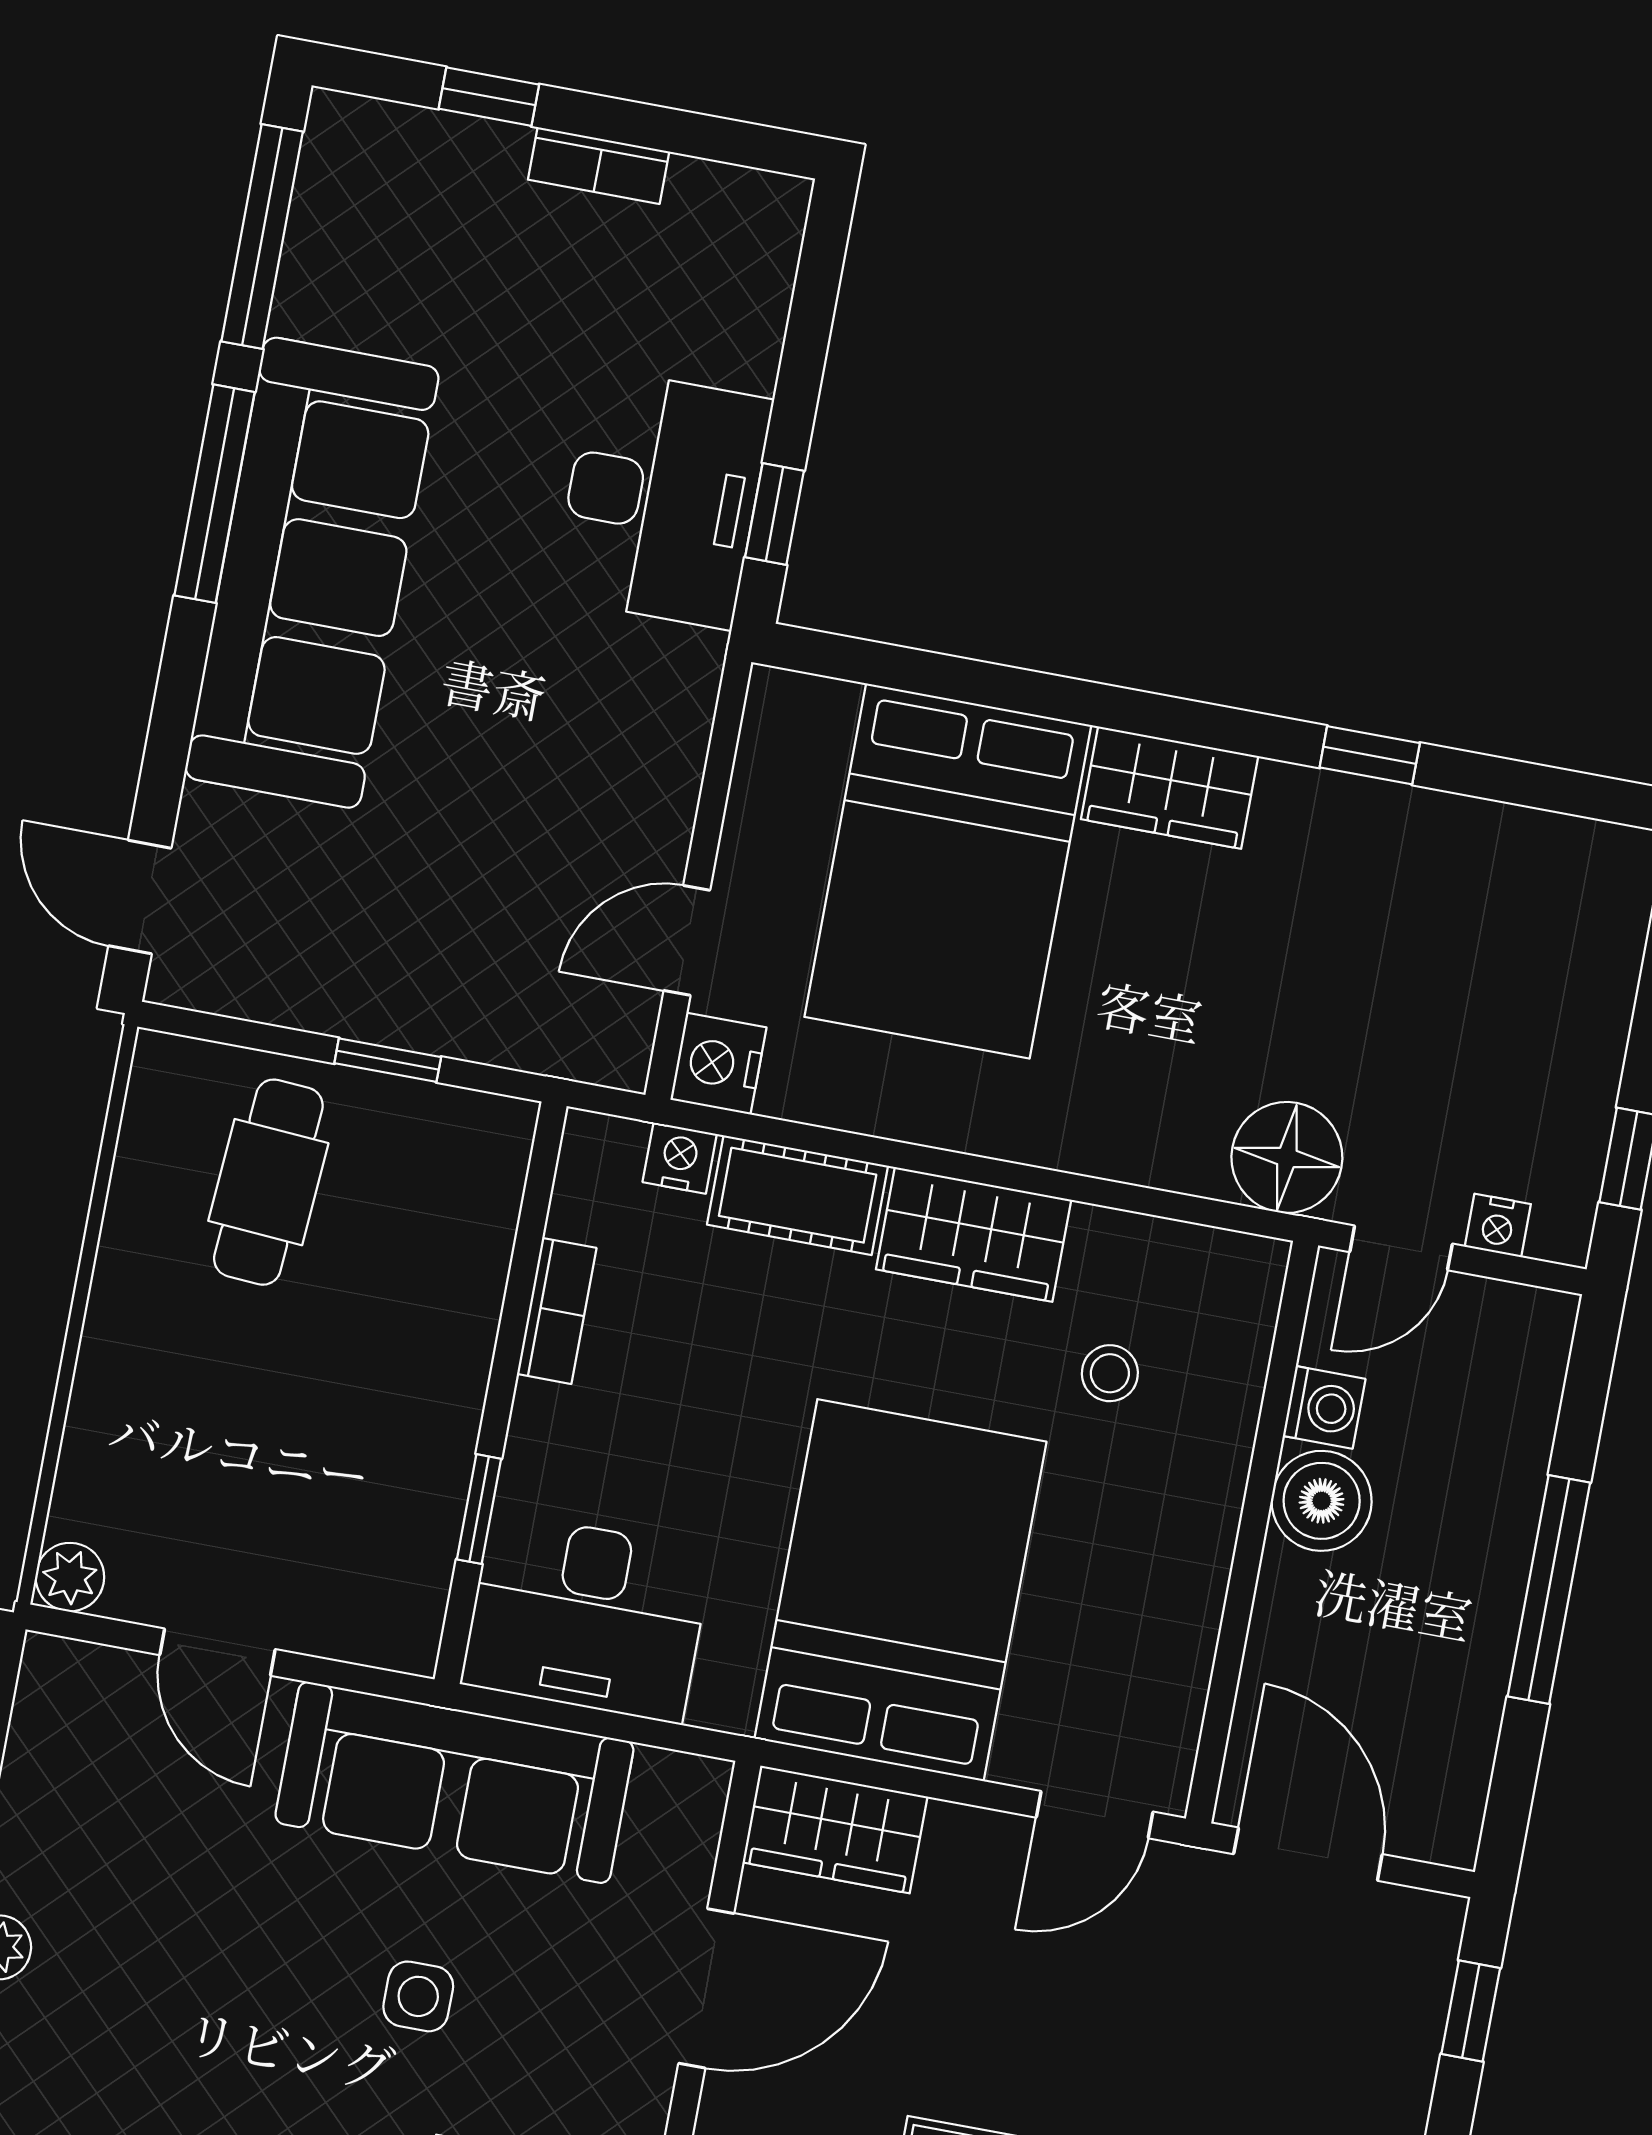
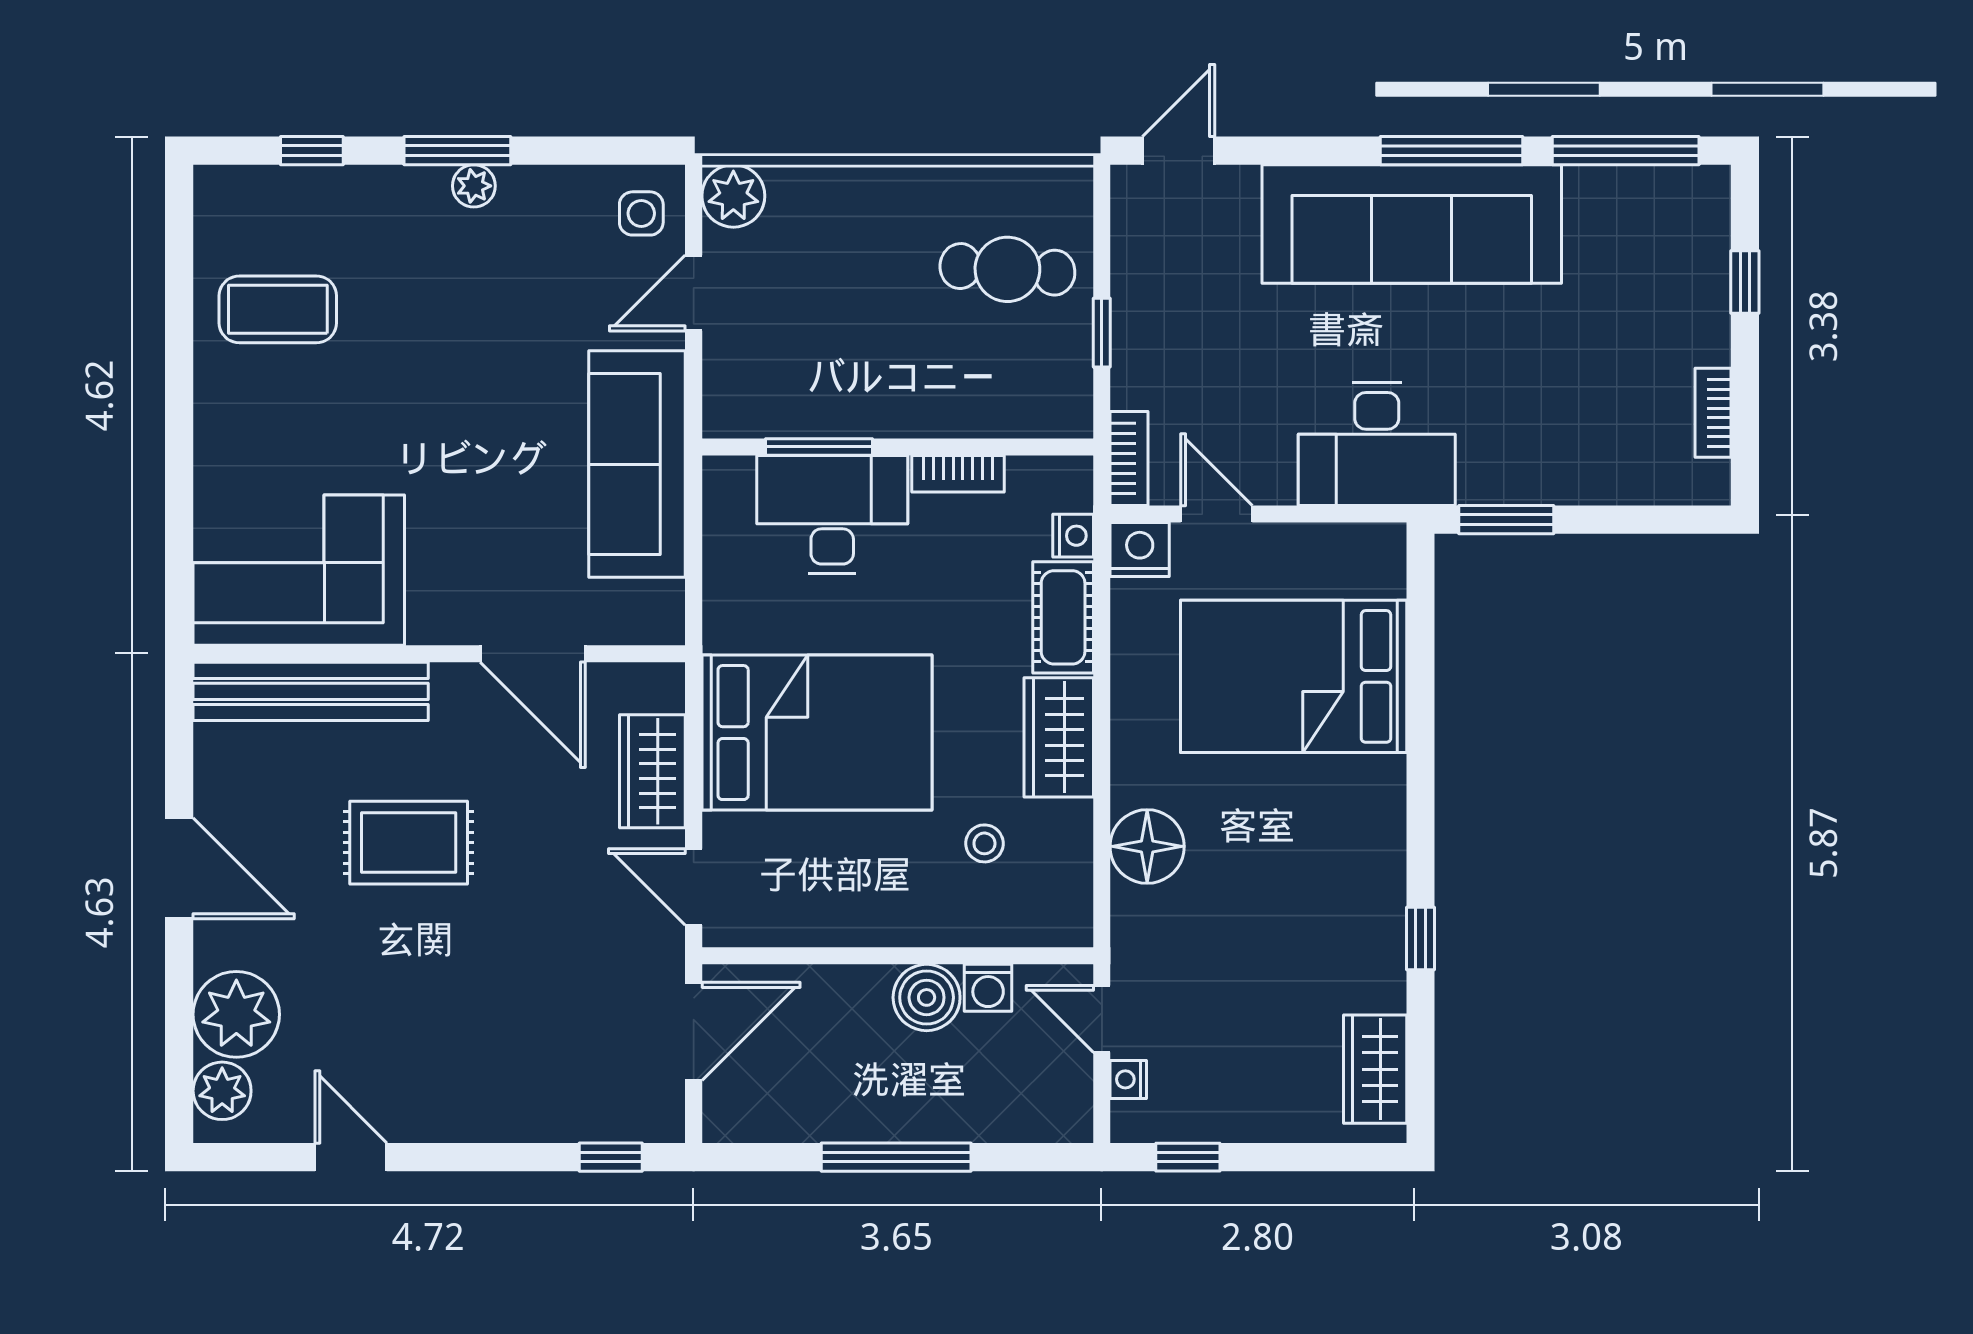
bookcase: (599, 166) -> (1713, 413), moved
desk: (662, 499) -> (1377, 444), moved
window: (775, 514) -> (1506, 520), width x1.50
wardrobe: (1170, 788) -> (1375, 1069), moved
bookcase: (581, 1054) -> (1129, 458), added
floor lamp: (1287, 1157) -> (1147, 846), moved
window: (479, 1509) -> (819, 447), width x1.50
plant: (70, 1577) -> (733, 196), width x1.38, depth x1.38
desk: (587, 1617) -> (832, 514), moved, turned 90
wardrobe: (835, 1829) -> (652, 771), moved
side table: (418, 1996) -> (641, 213), moved

